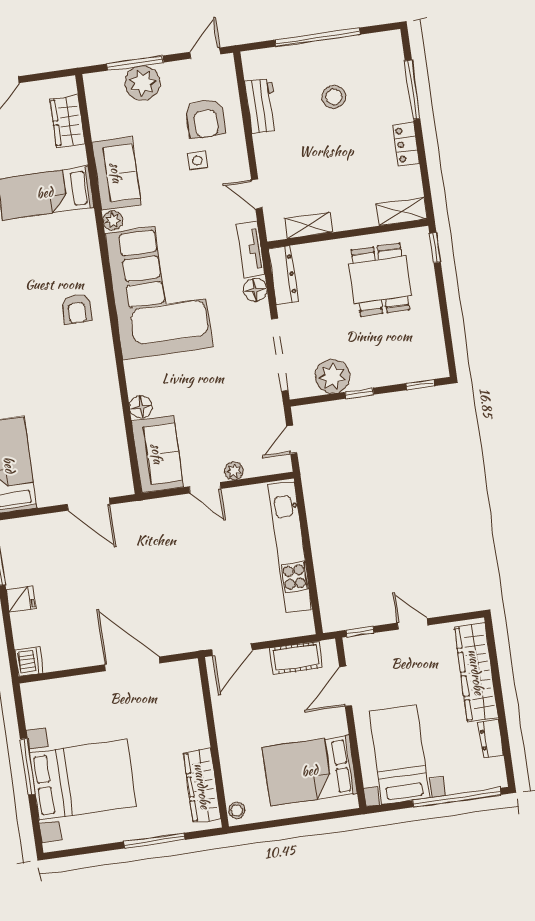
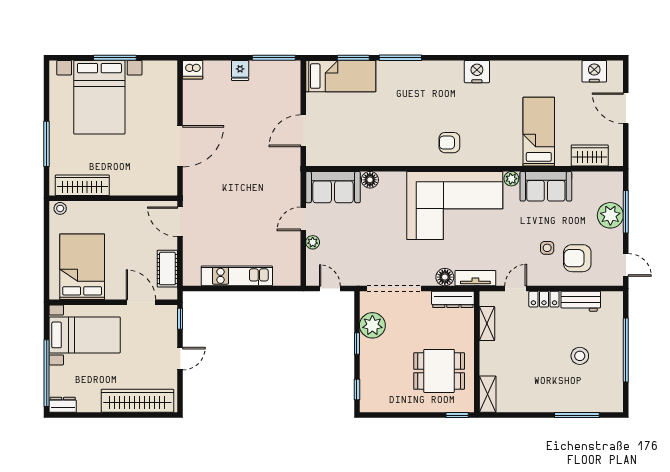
locker: (406, 144) -> (544, 299), moved, turned 180
kitchen unit: (290, 548) -> (237, 276), width x0.73
dresser: (491, 739) -> (63, 405), moved

